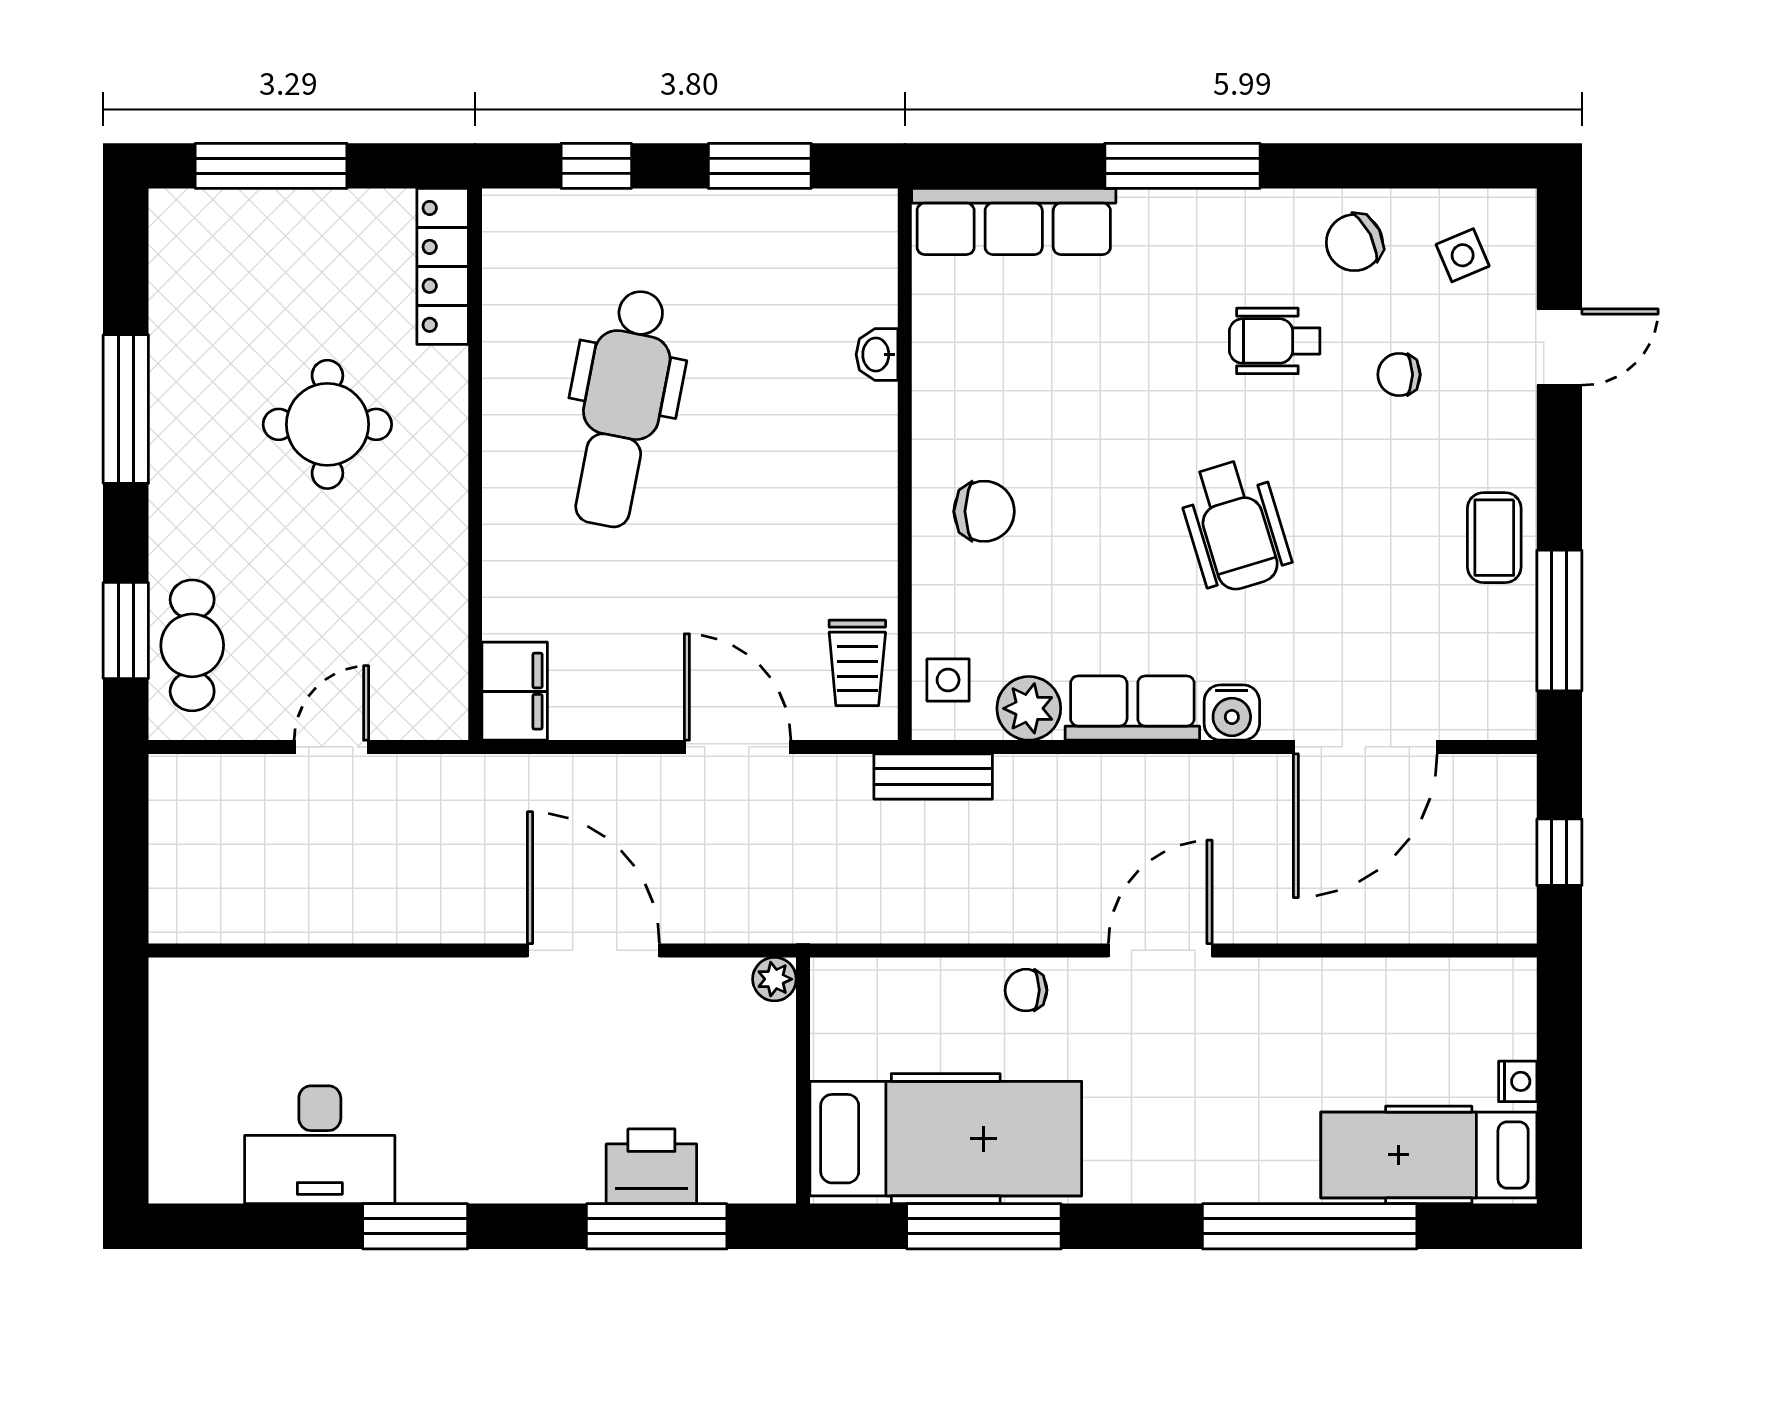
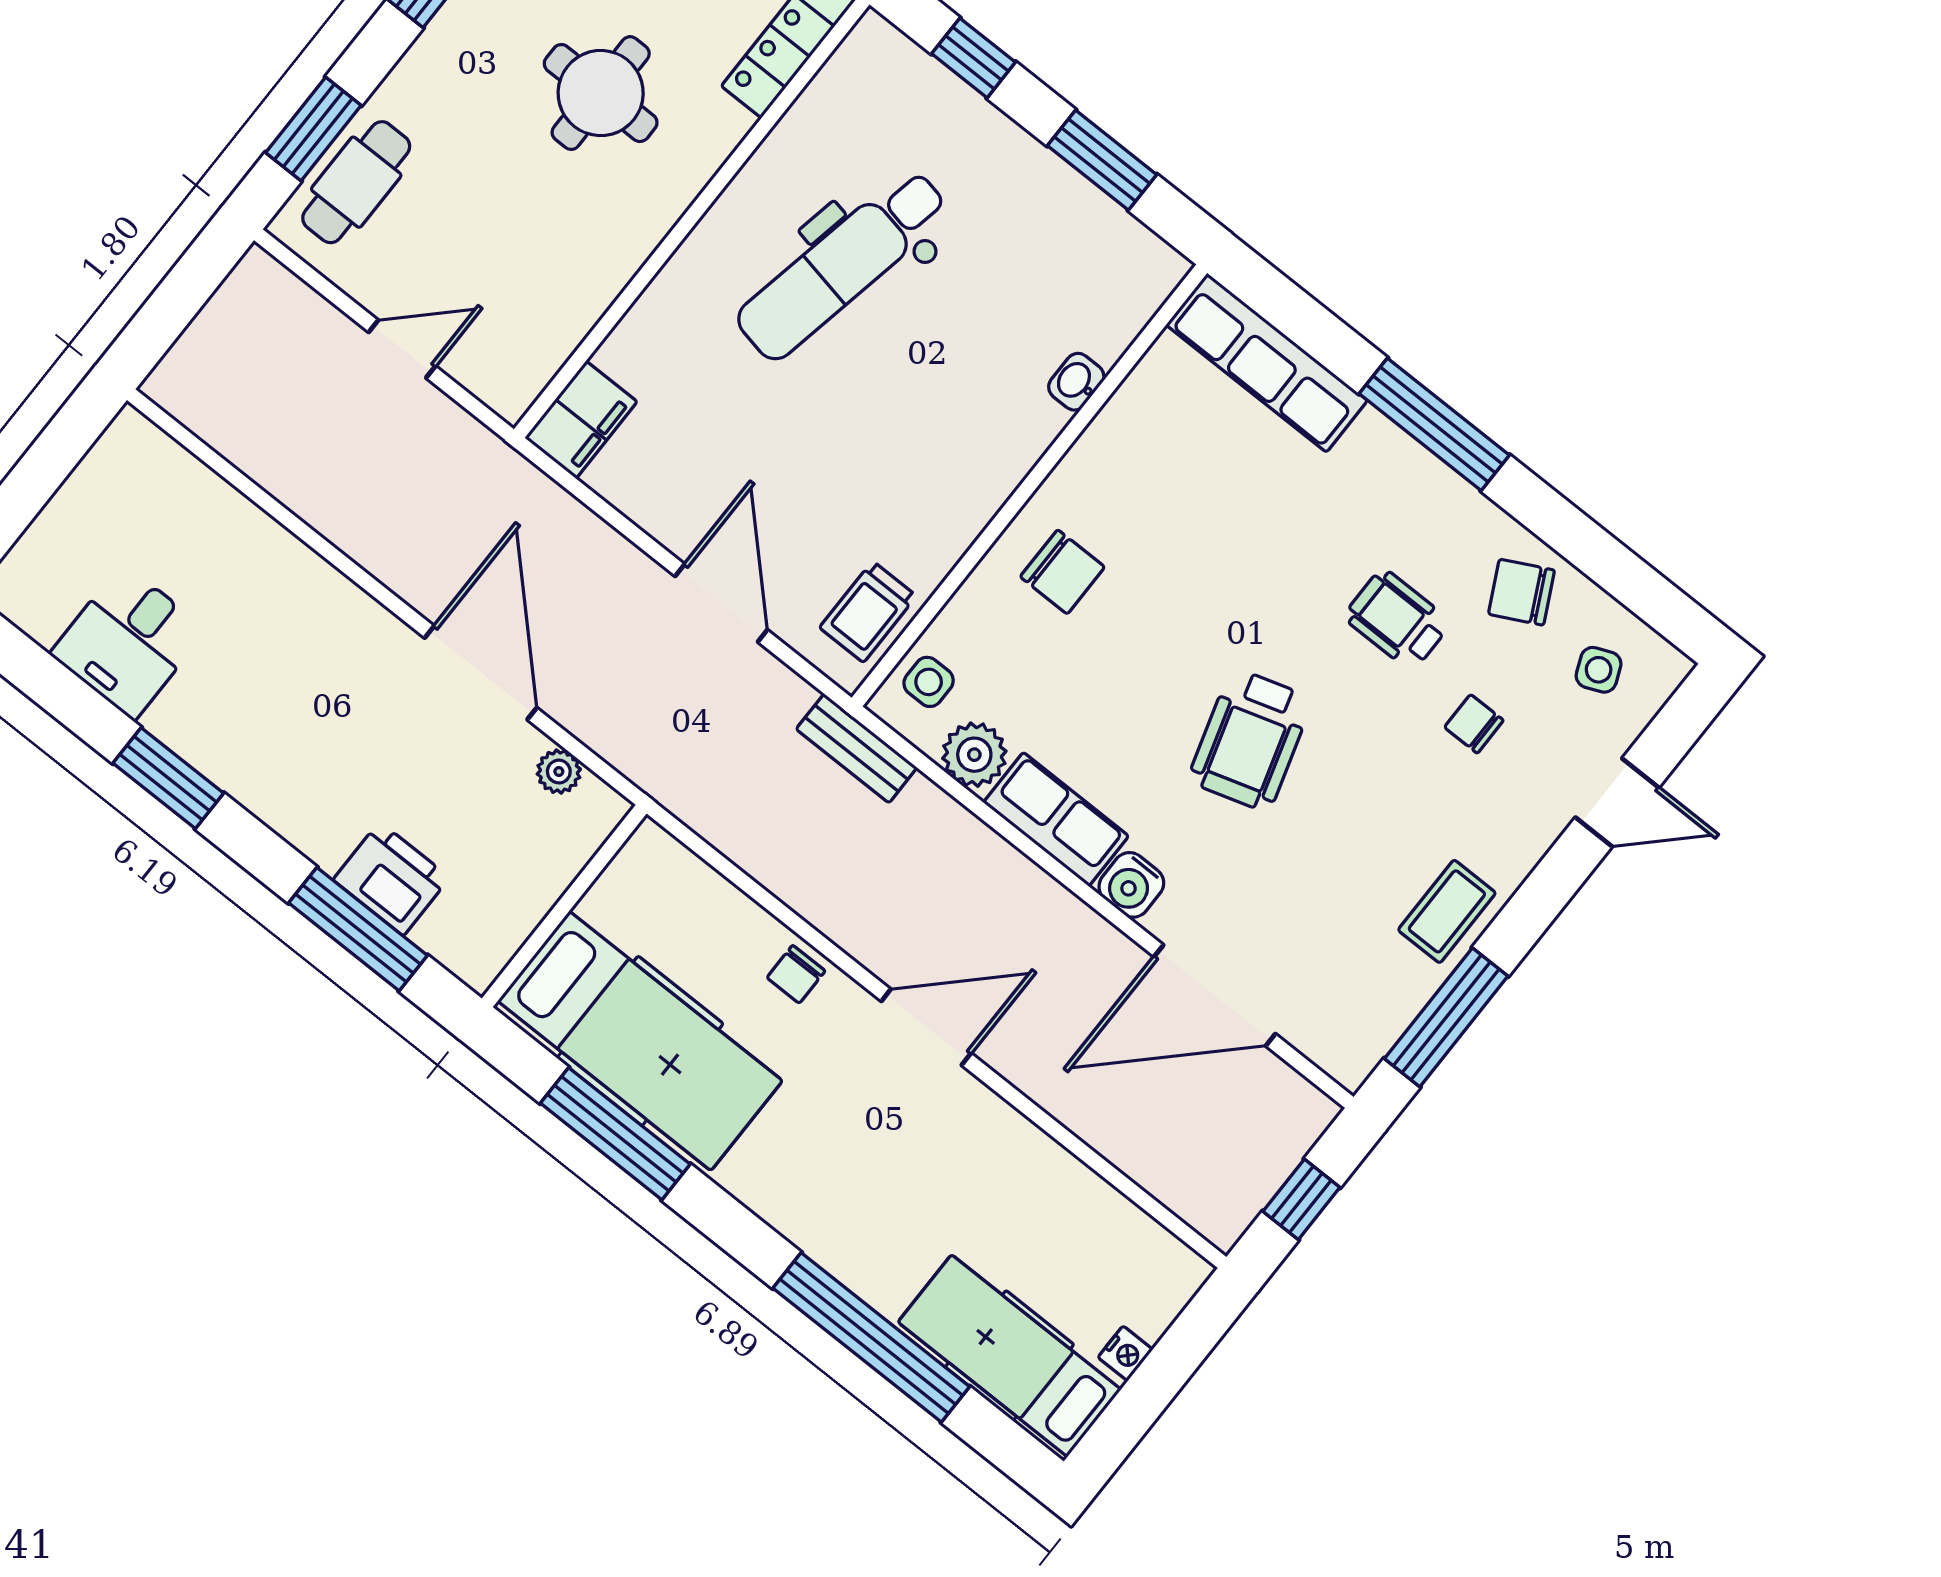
plant: (774, 979) -> (559, 772), moved
chair: (1026, 990) -> (796, 974), turned -90
desk: (320, 1145) -> (128, 642), width x0.73

